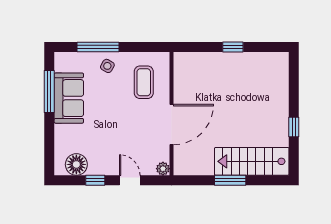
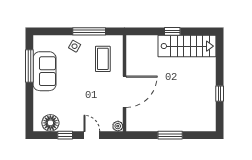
window: (98, 47) -> (89, 31), moved
stairs: (252, 161) -> (187, 46), moved, turned 180

